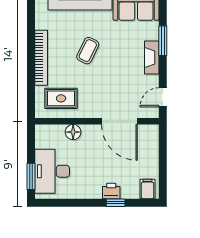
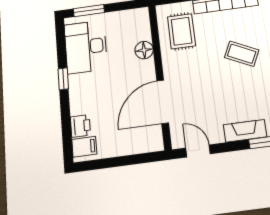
desk: (52, 171) -> (86, 47), moved, turned -90
printer: (111, 191) -> (80, 126), moved
window: (116, 203) -> (63, 79), moved

